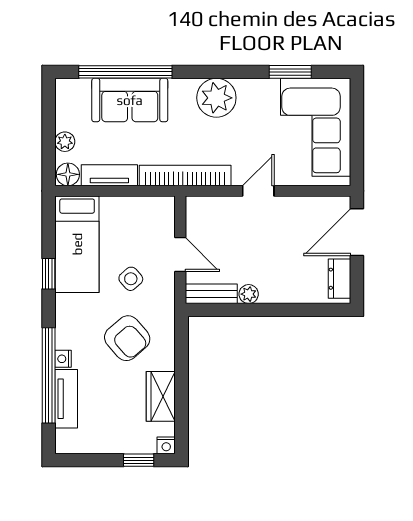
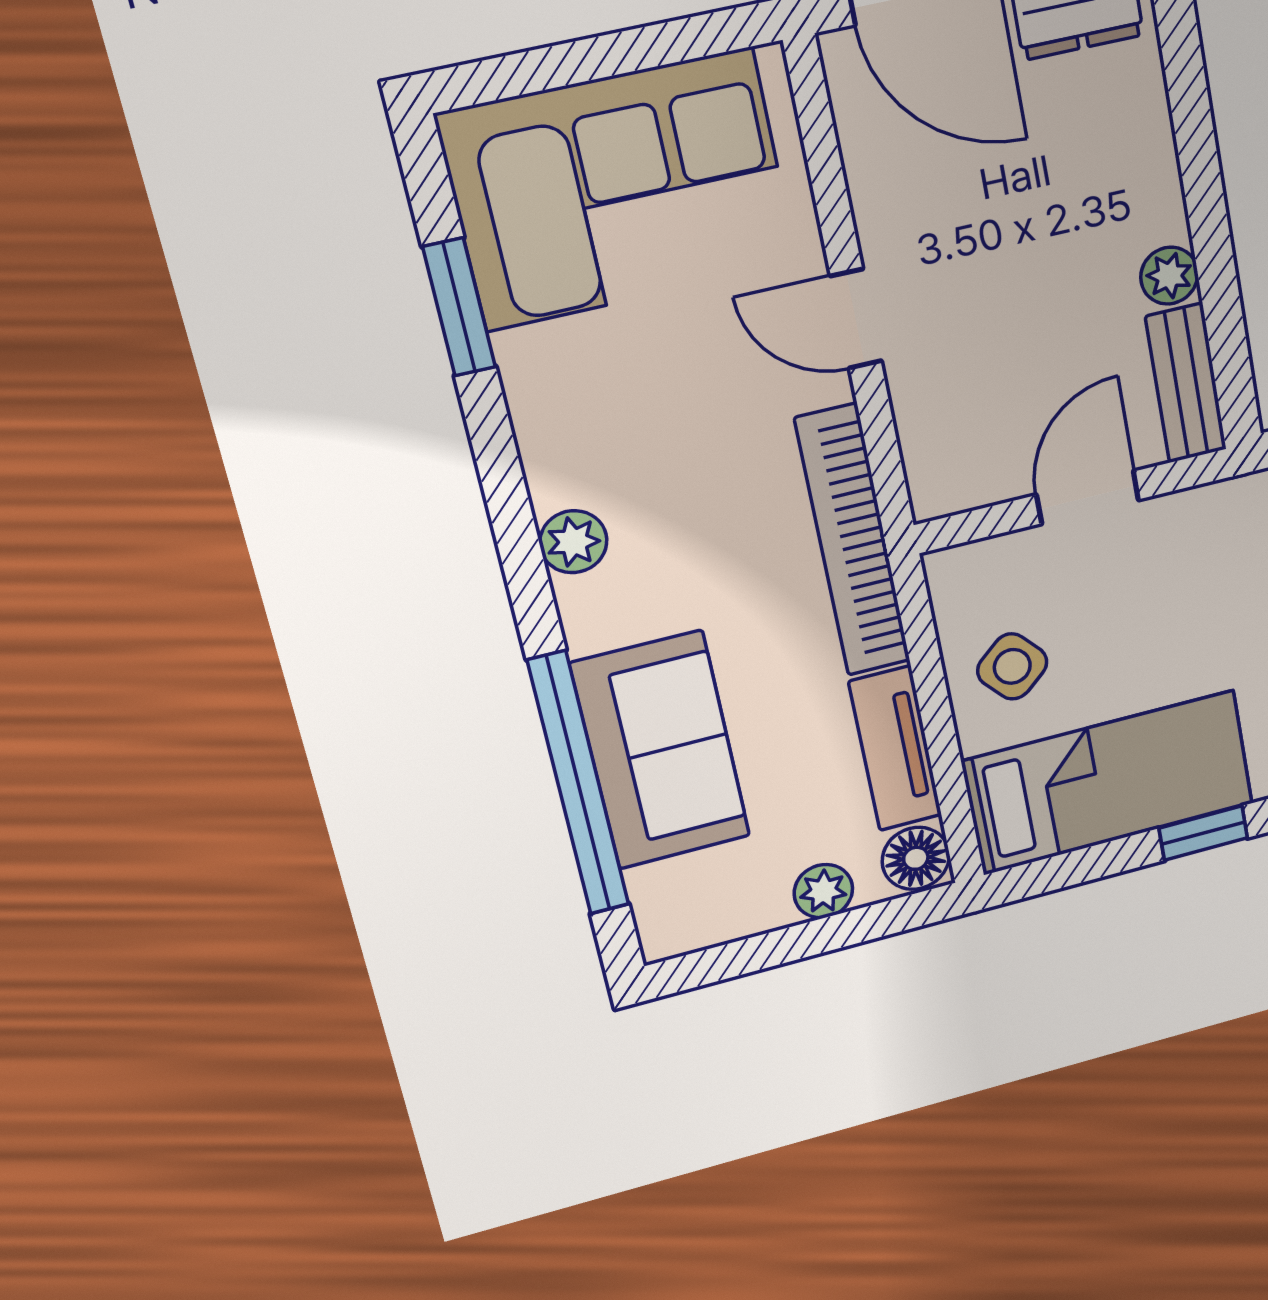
plant: (216, 98) -> (573, 542), width x0.53, depth x0.53
side table: (131, 279) -> (1012, 666), moved

